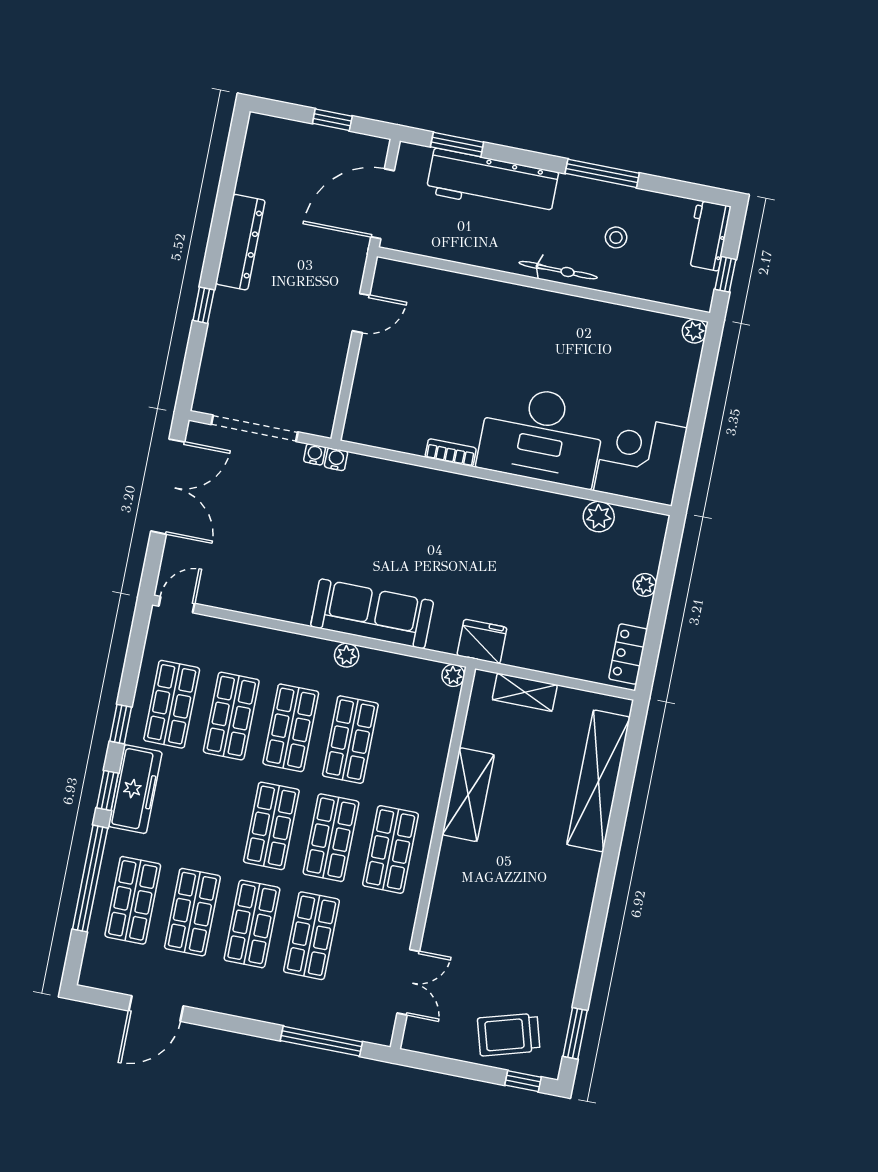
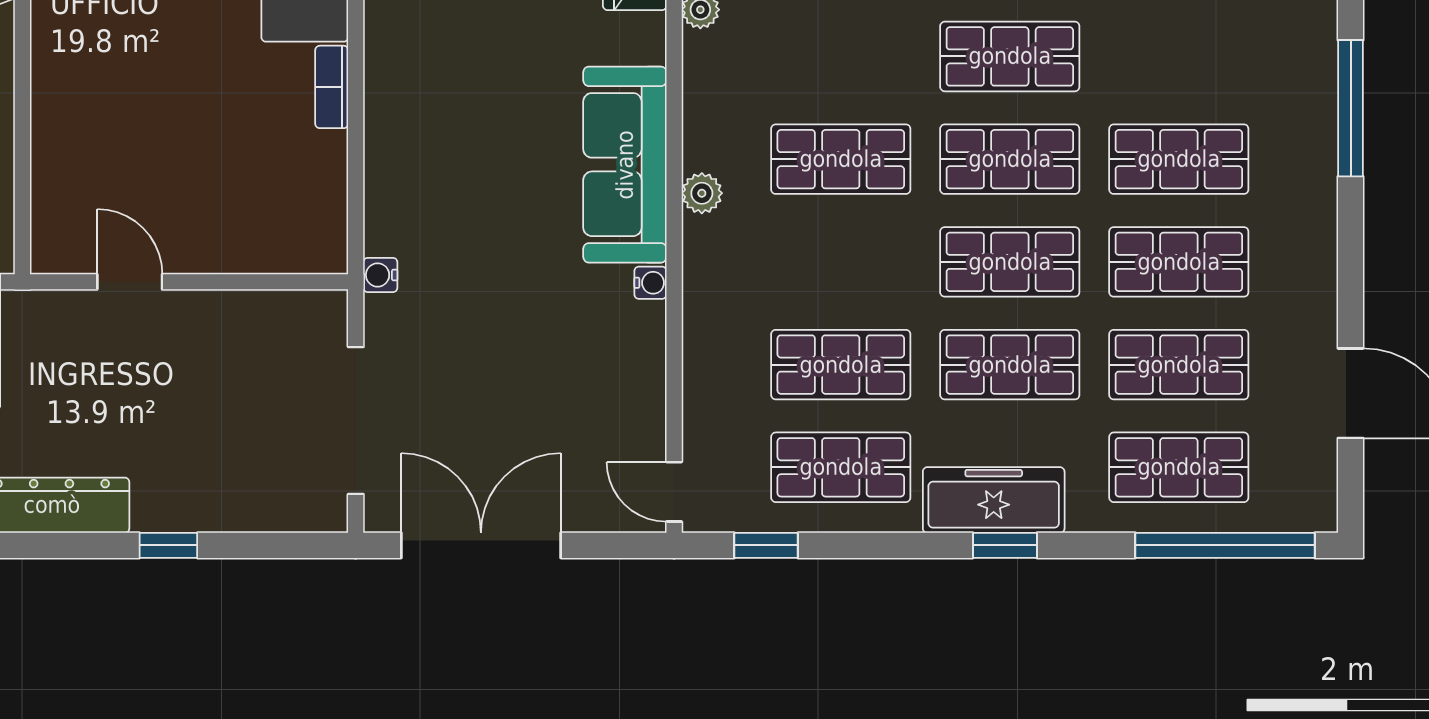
water cooler: (315, 454) -> (650, 283), moved, turned 180
window: (121, 724) -> (766, 545), moved
shop shelf: (291, 728) -> (1010, 365), moved
window: (90, 879) -> (1225, 545), moved

